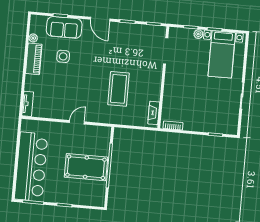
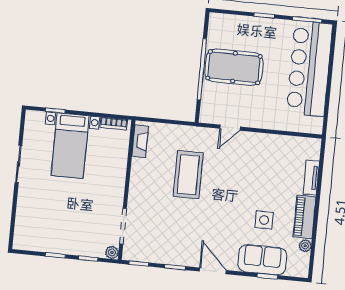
plant: (198, 34) -> (112, 252), moved
bed with nightstands: (222, 54) -> (70, 146), moved, turned 180
tv unit: (28, 104) -> (311, 178), moved
door: (77, 122) -> (230, 128), moved

